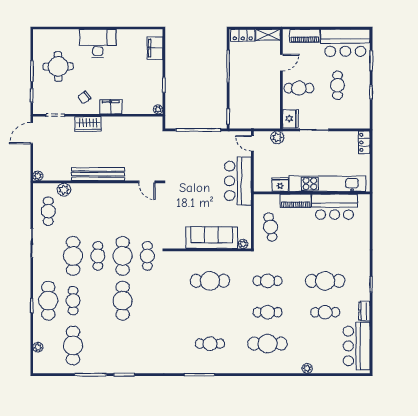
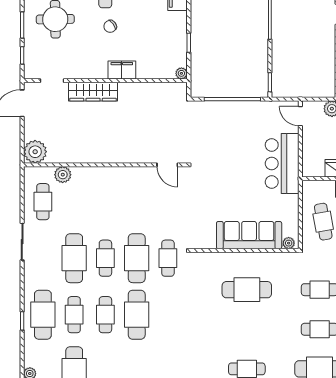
chair: (84, 97) -> (110, 26), moved
wardrobe: (88, 124) -> (93, 92), width x1.50
bench: (98, 174) -> (106, 155), removed
plant: (38, 176) -> (35, 152), width x1.88, depth x1.88
cafe table: (98, 301) -> (105, 315), added

